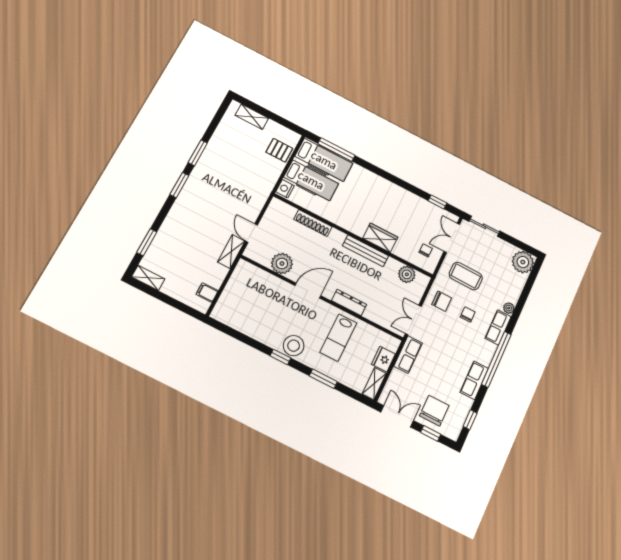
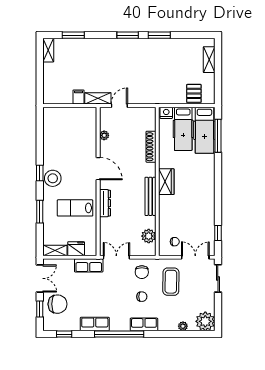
wardrobe: (380, 238) -> (166, 182), moved
plant: (282, 263) -> (104, 135), width x0.53, depth x0.53
filing cabinet: (207, 293) -> (79, 97), moved
plant: (509, 308) -> (183, 326), moved

